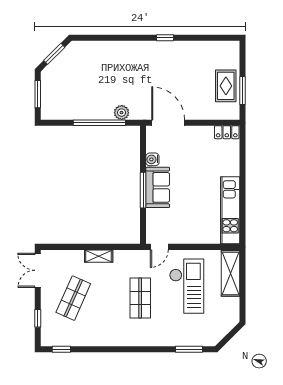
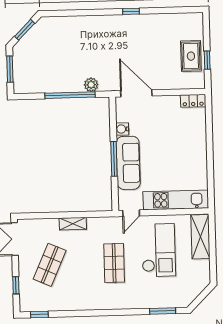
window: (243, 90) -> (207, 60), width x0.67
sofa: (158, 187) -> (128, 163), width x1.36
kitchen unit: (230, 210) -> (176, 200), moved, turned 90

